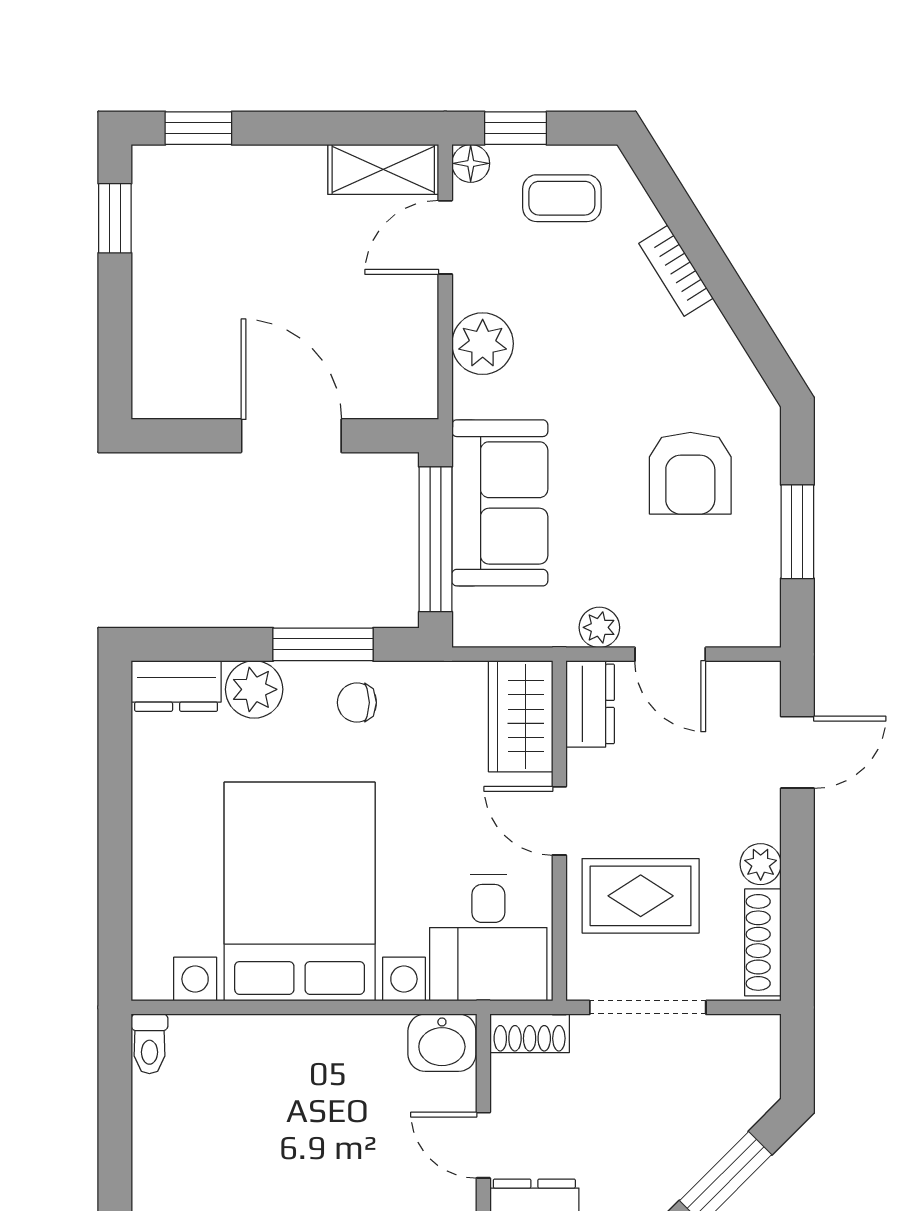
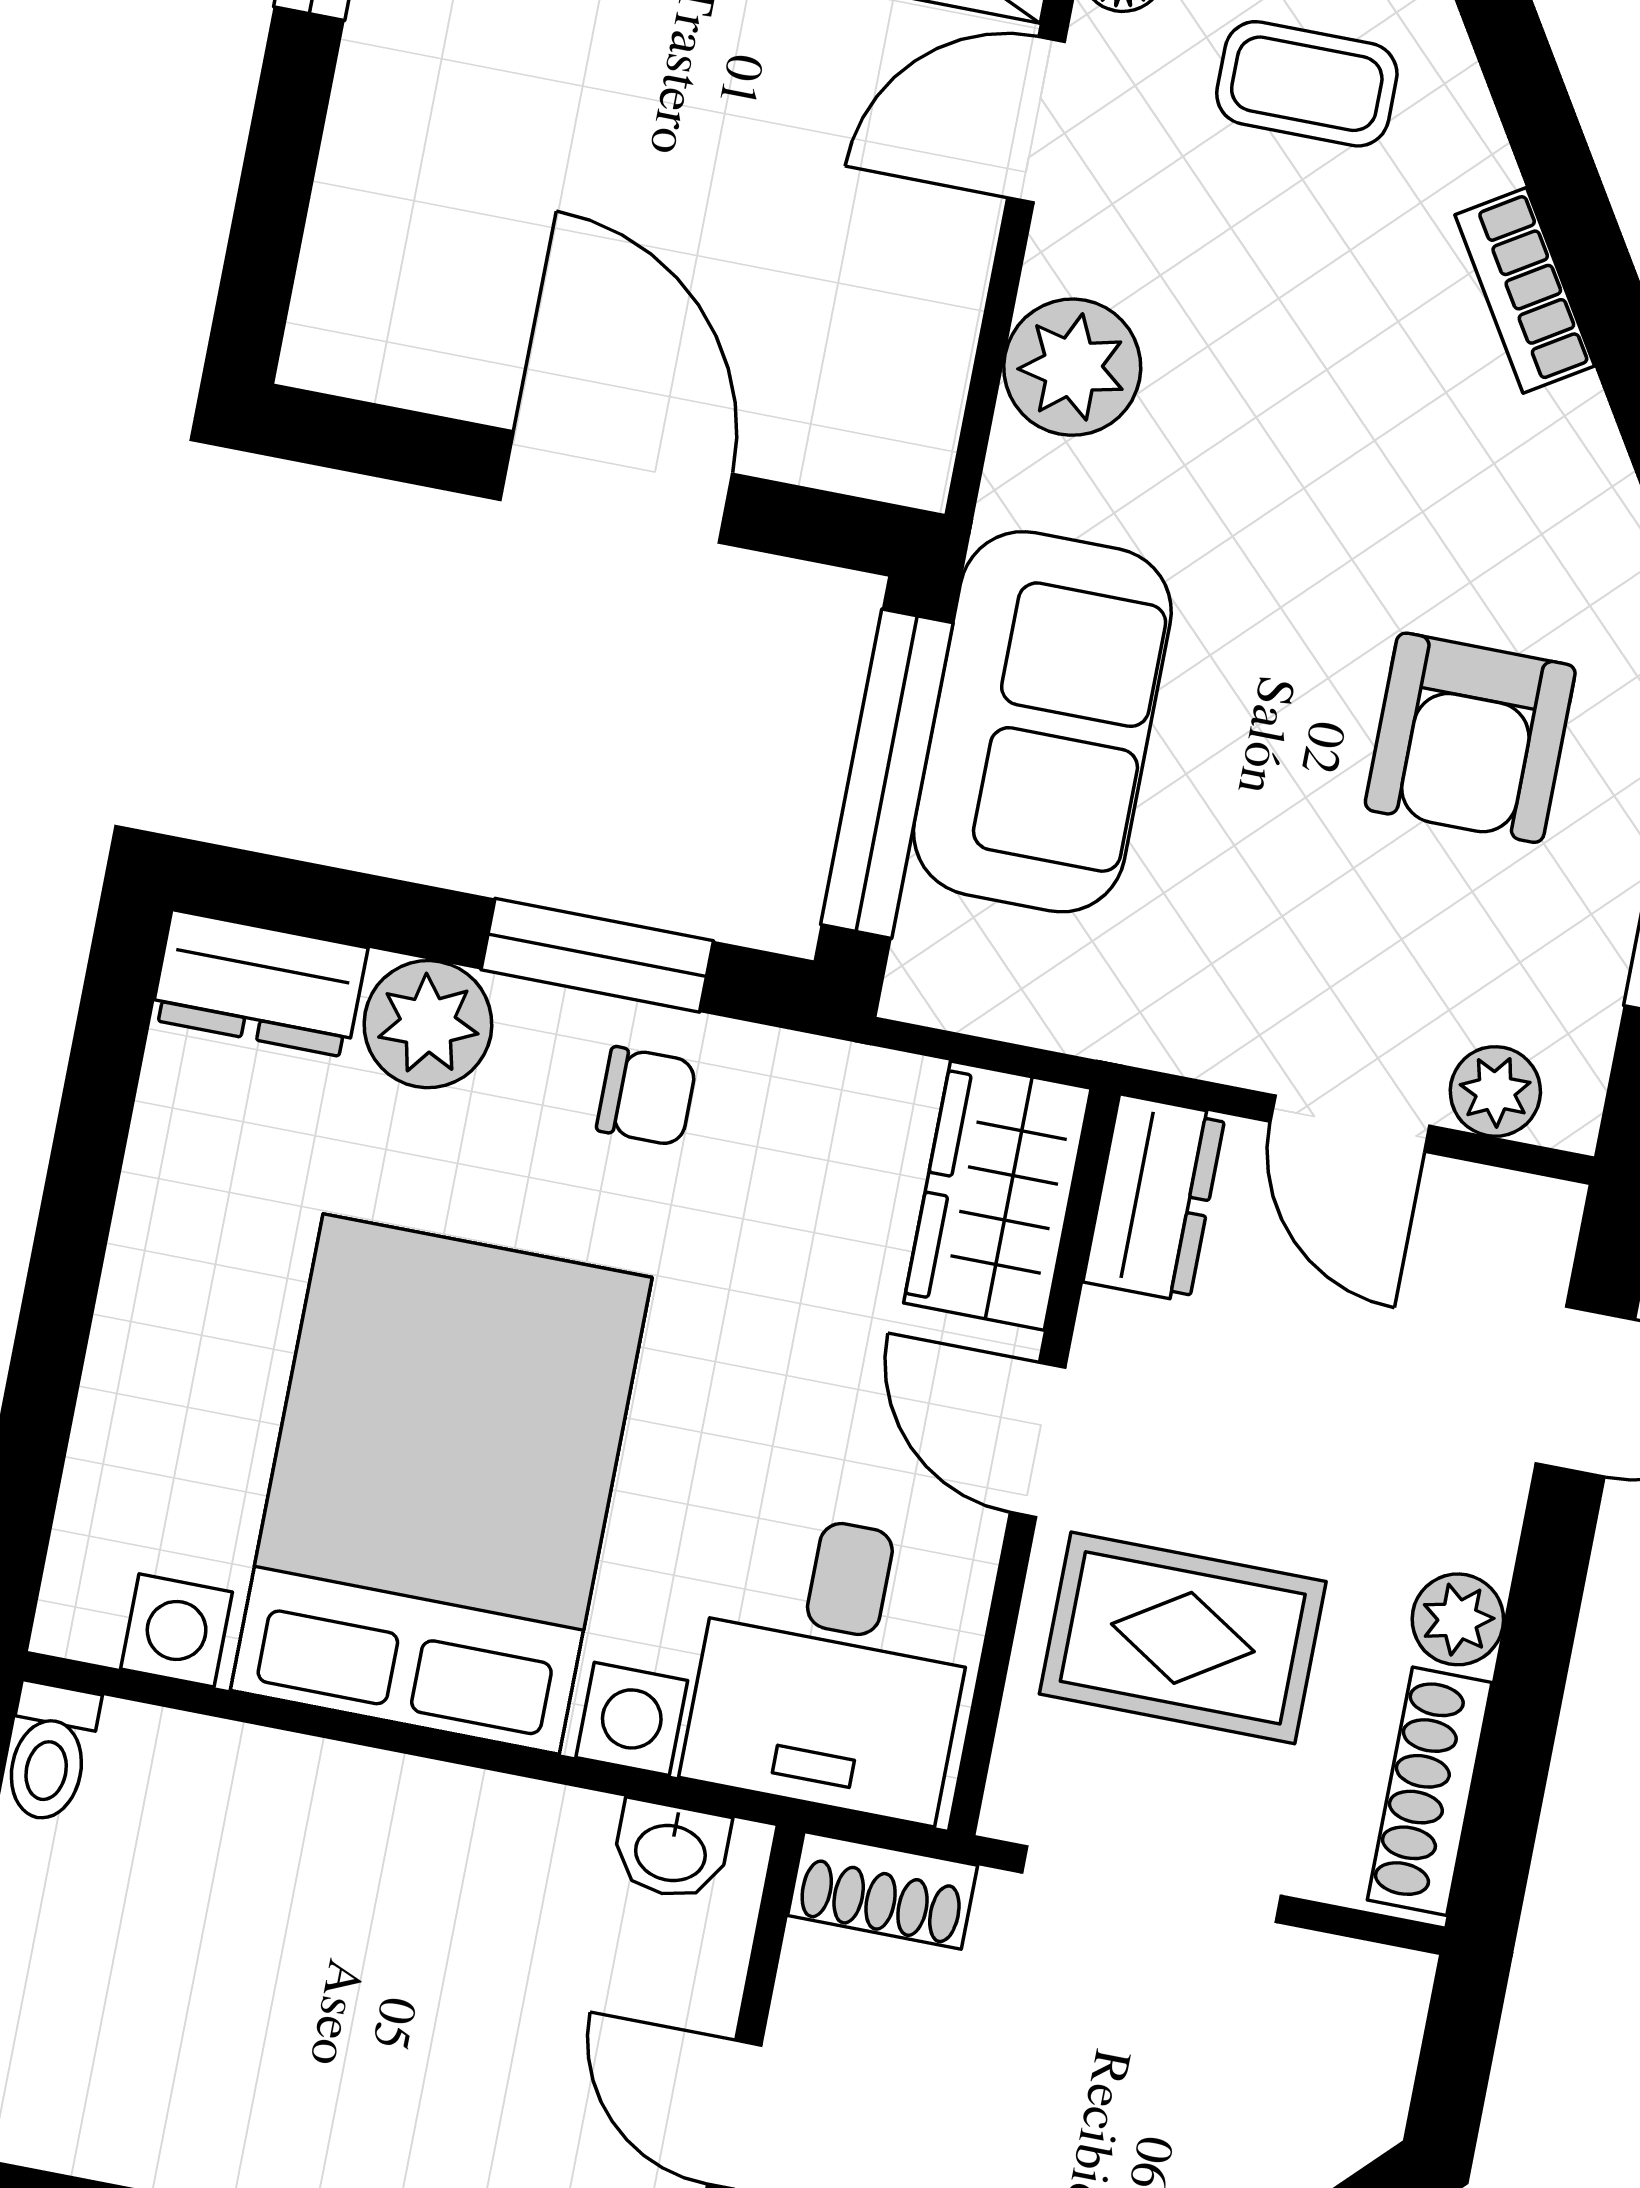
plant: (599, 627) -> (1495, 1091), moved
chair: (357, 703) -> (646, 1096), turned 180
washbasin: (442, 1043) -> (671, 1850), width x0.72, depth x0.69

